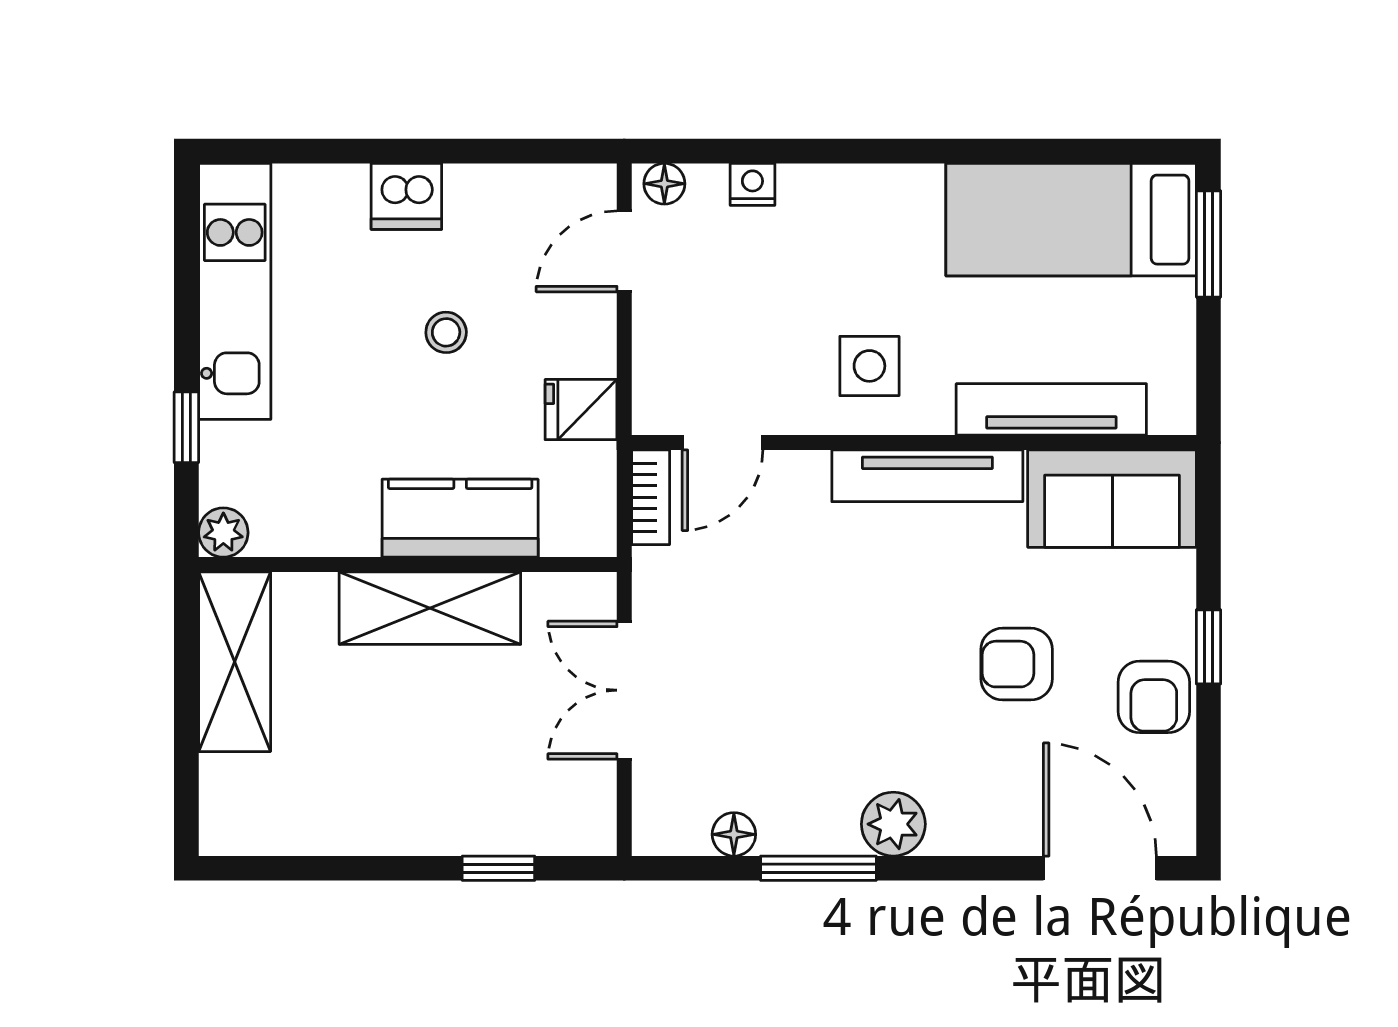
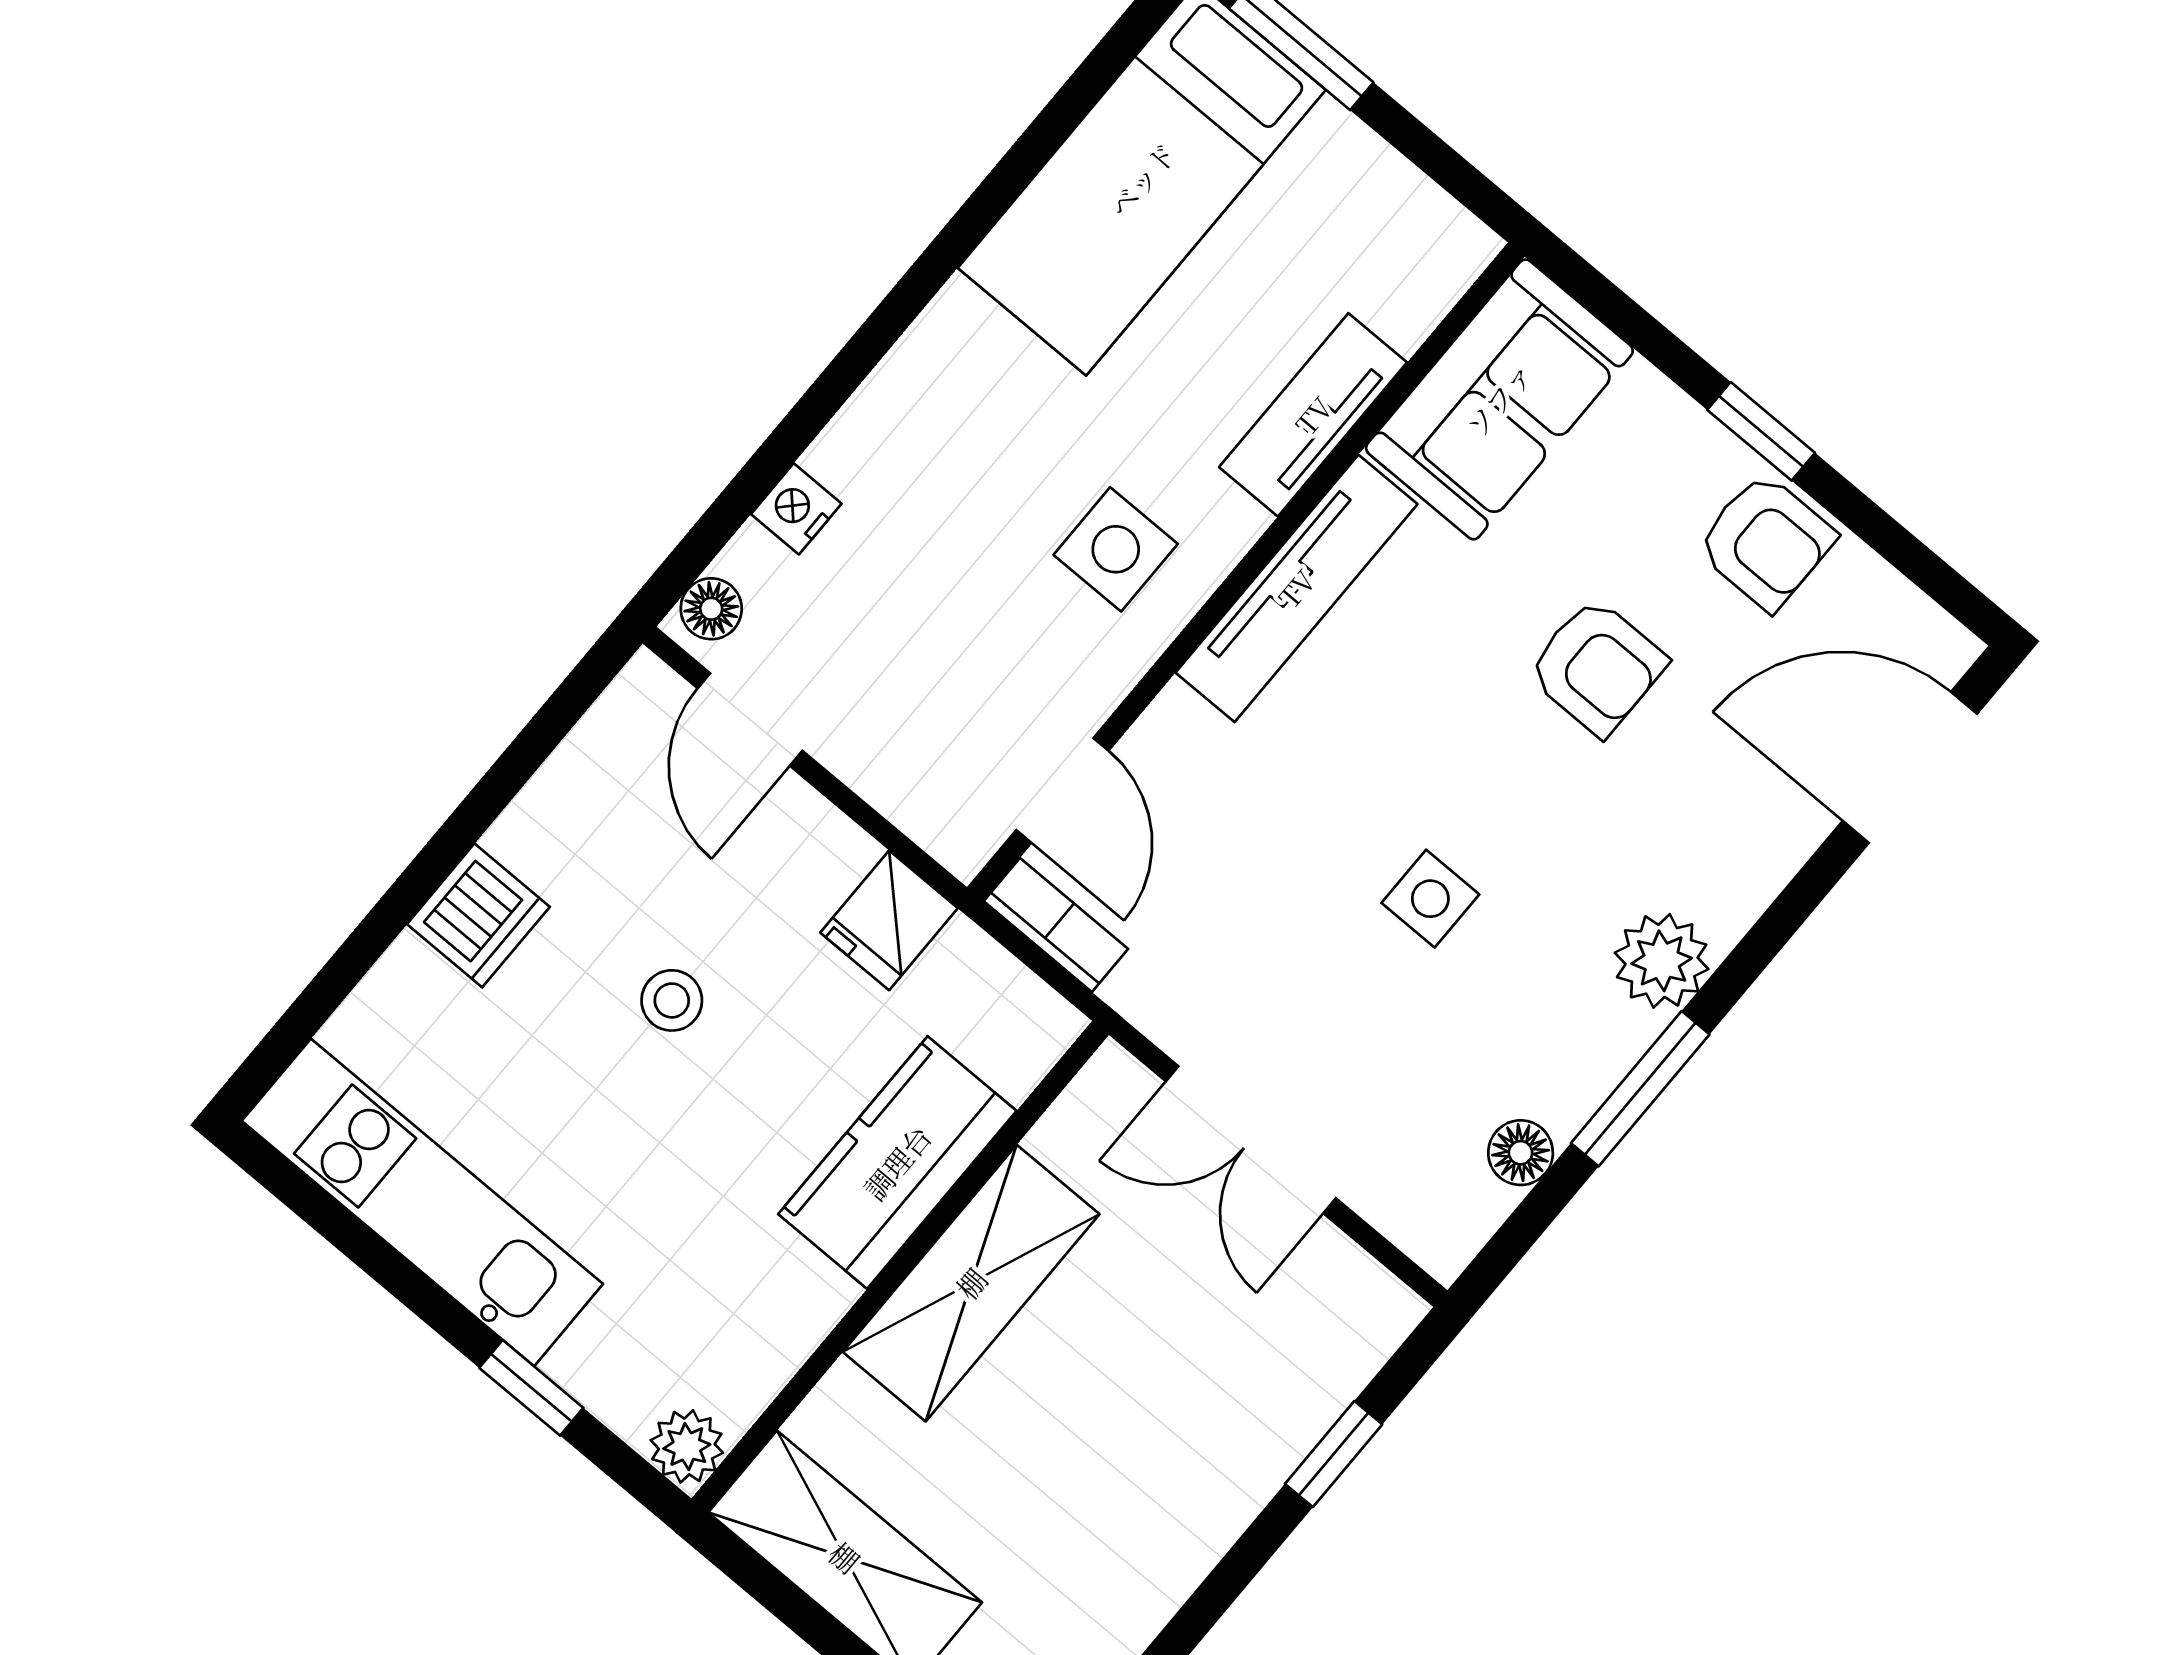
tv unit: (1051, 409) -> (1313, 415), width x0.71
armchair: (1017, 664) -> (1597, 667), turned -90
side table: (826, 678) -> (1430, 899), added

